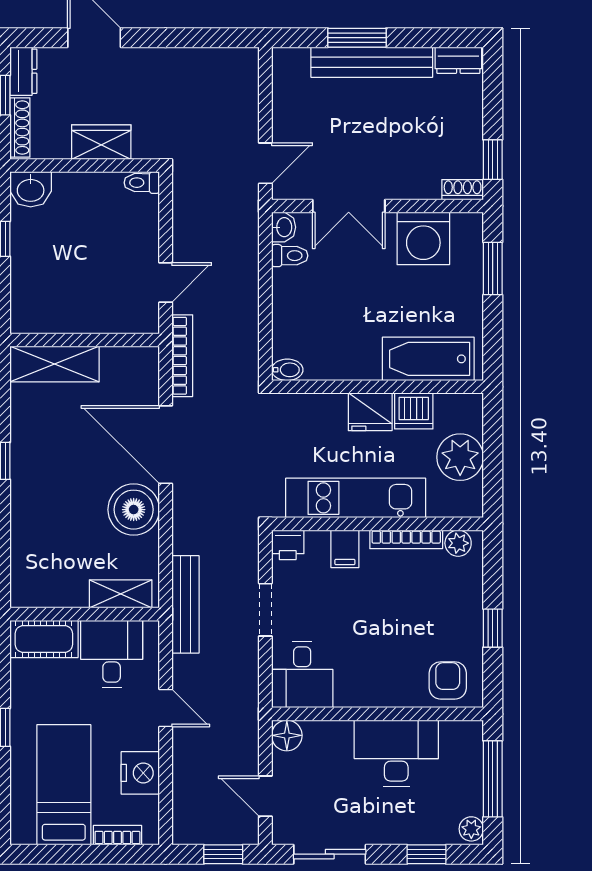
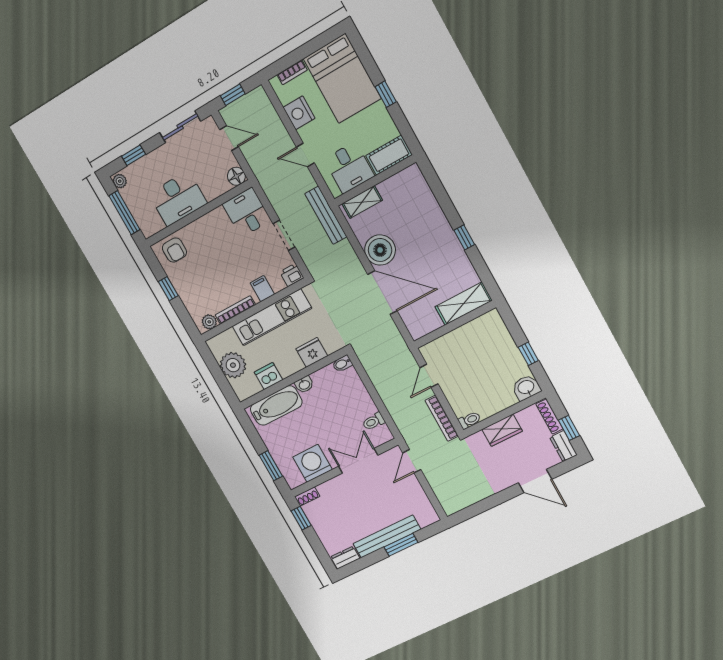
washbasin: (284, 227) -> (304, 385), moved, turned -90
bookcase: (182, 356) -> (442, 418), moved
fridge: (370, 412) -> (312, 352), moved
bed: (64, 785) -> (342, 79), width x1.50

